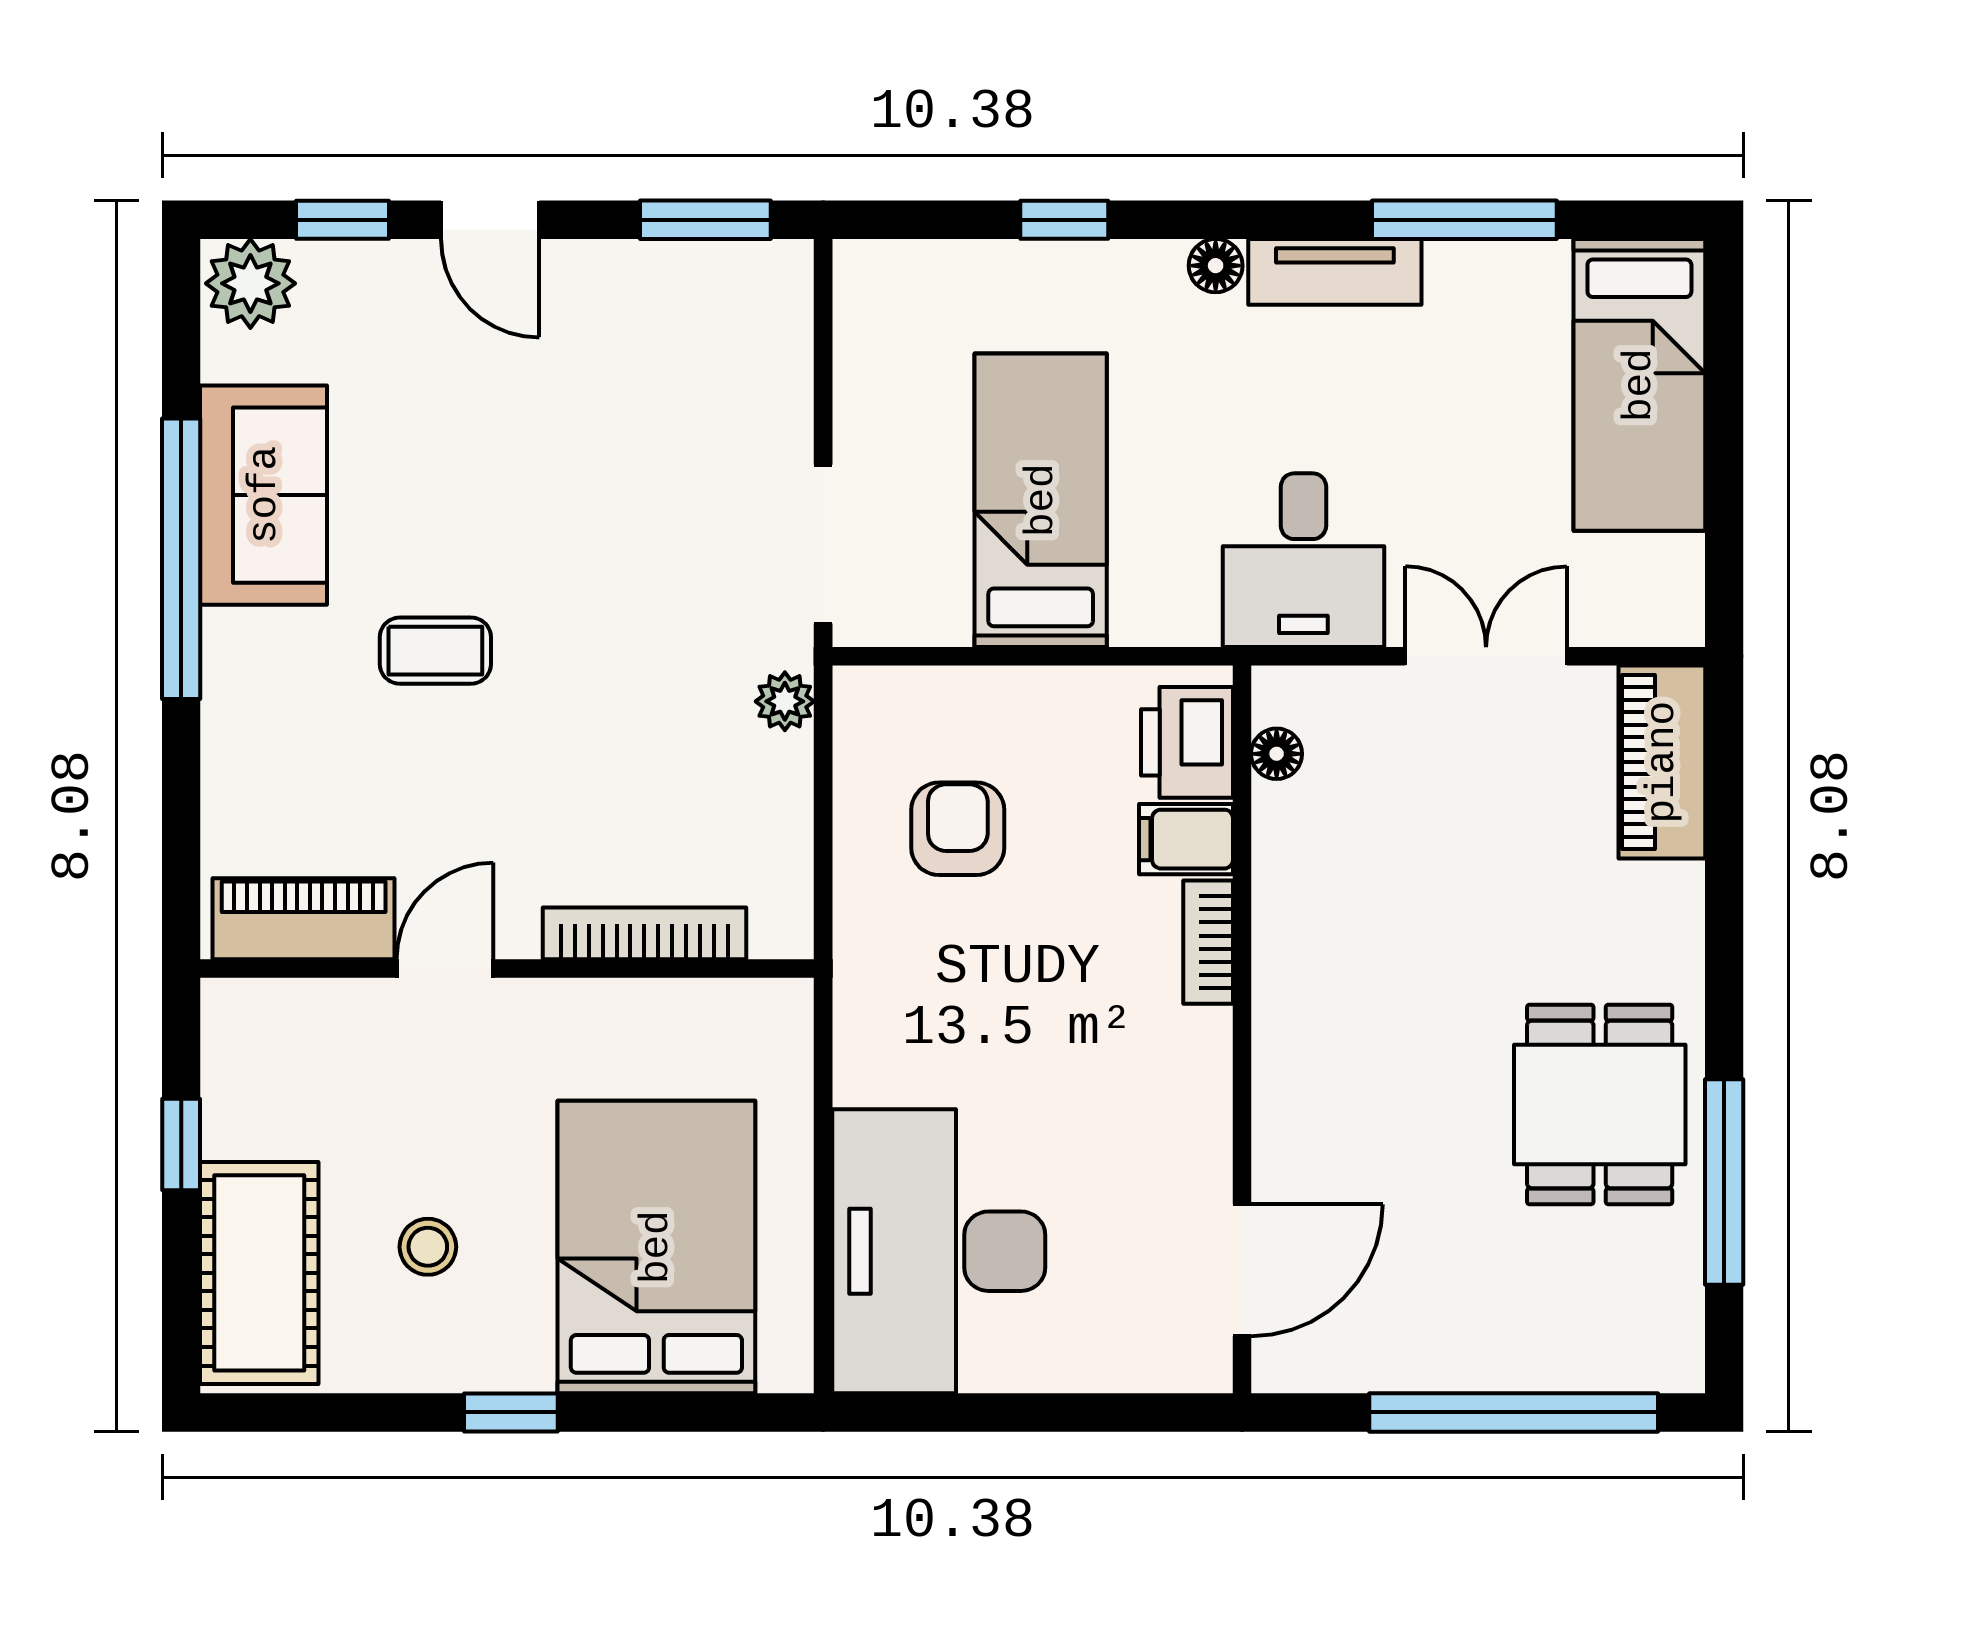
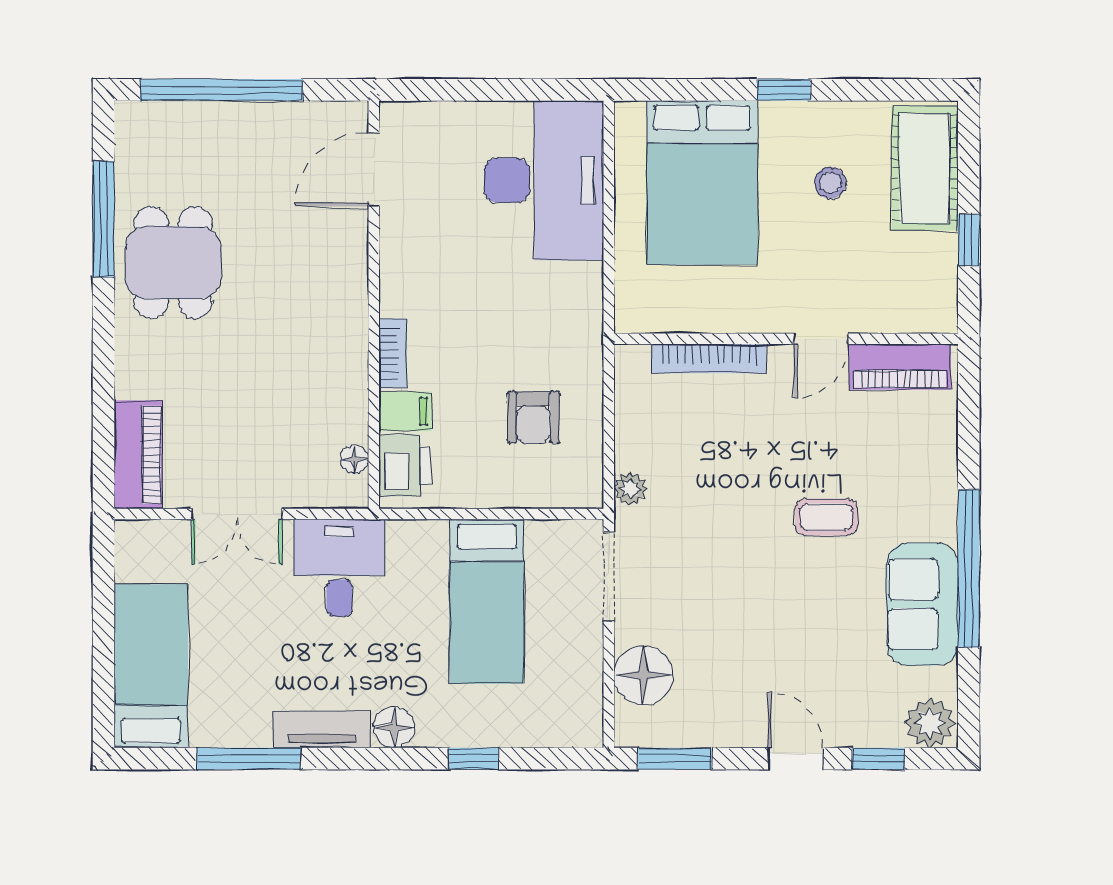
floor lamp: (1216, 266) -> (394, 727), width x1.37, depth x1.37
floor lamp: (761, 369) -> (643, 675), added

